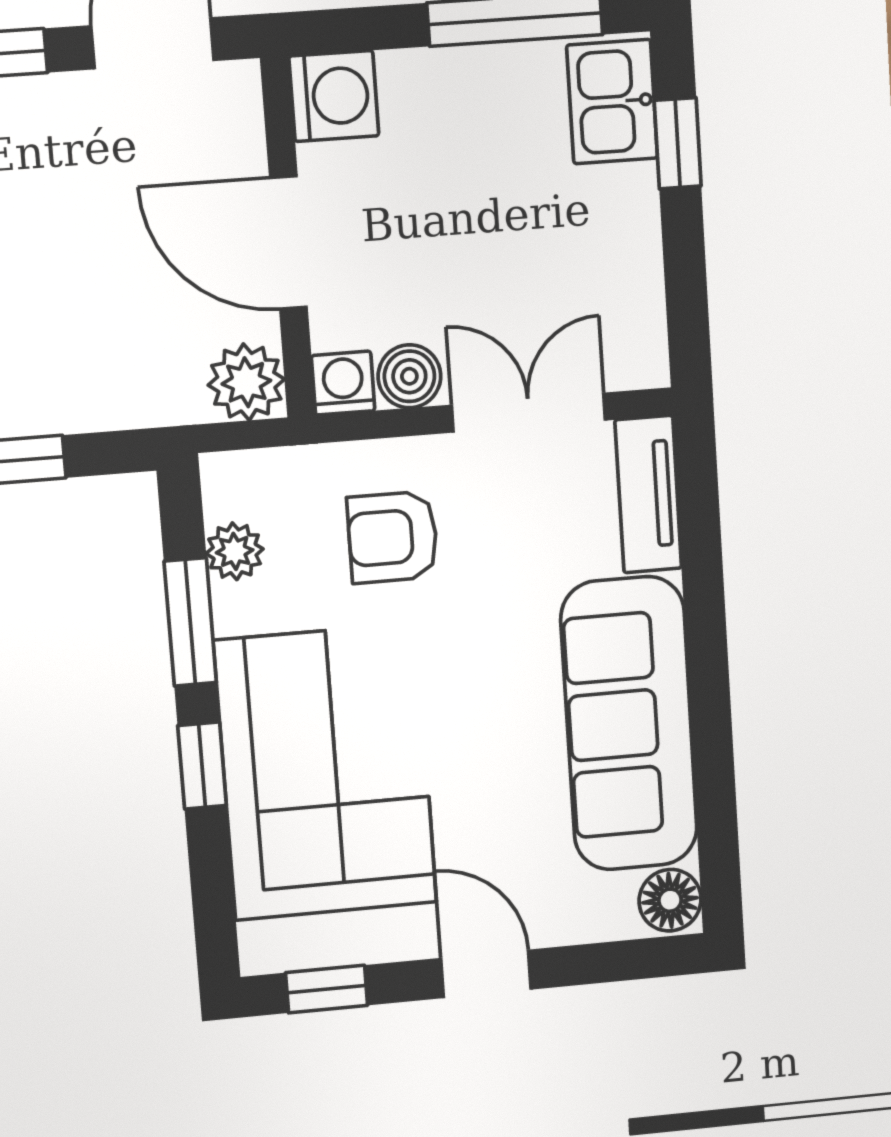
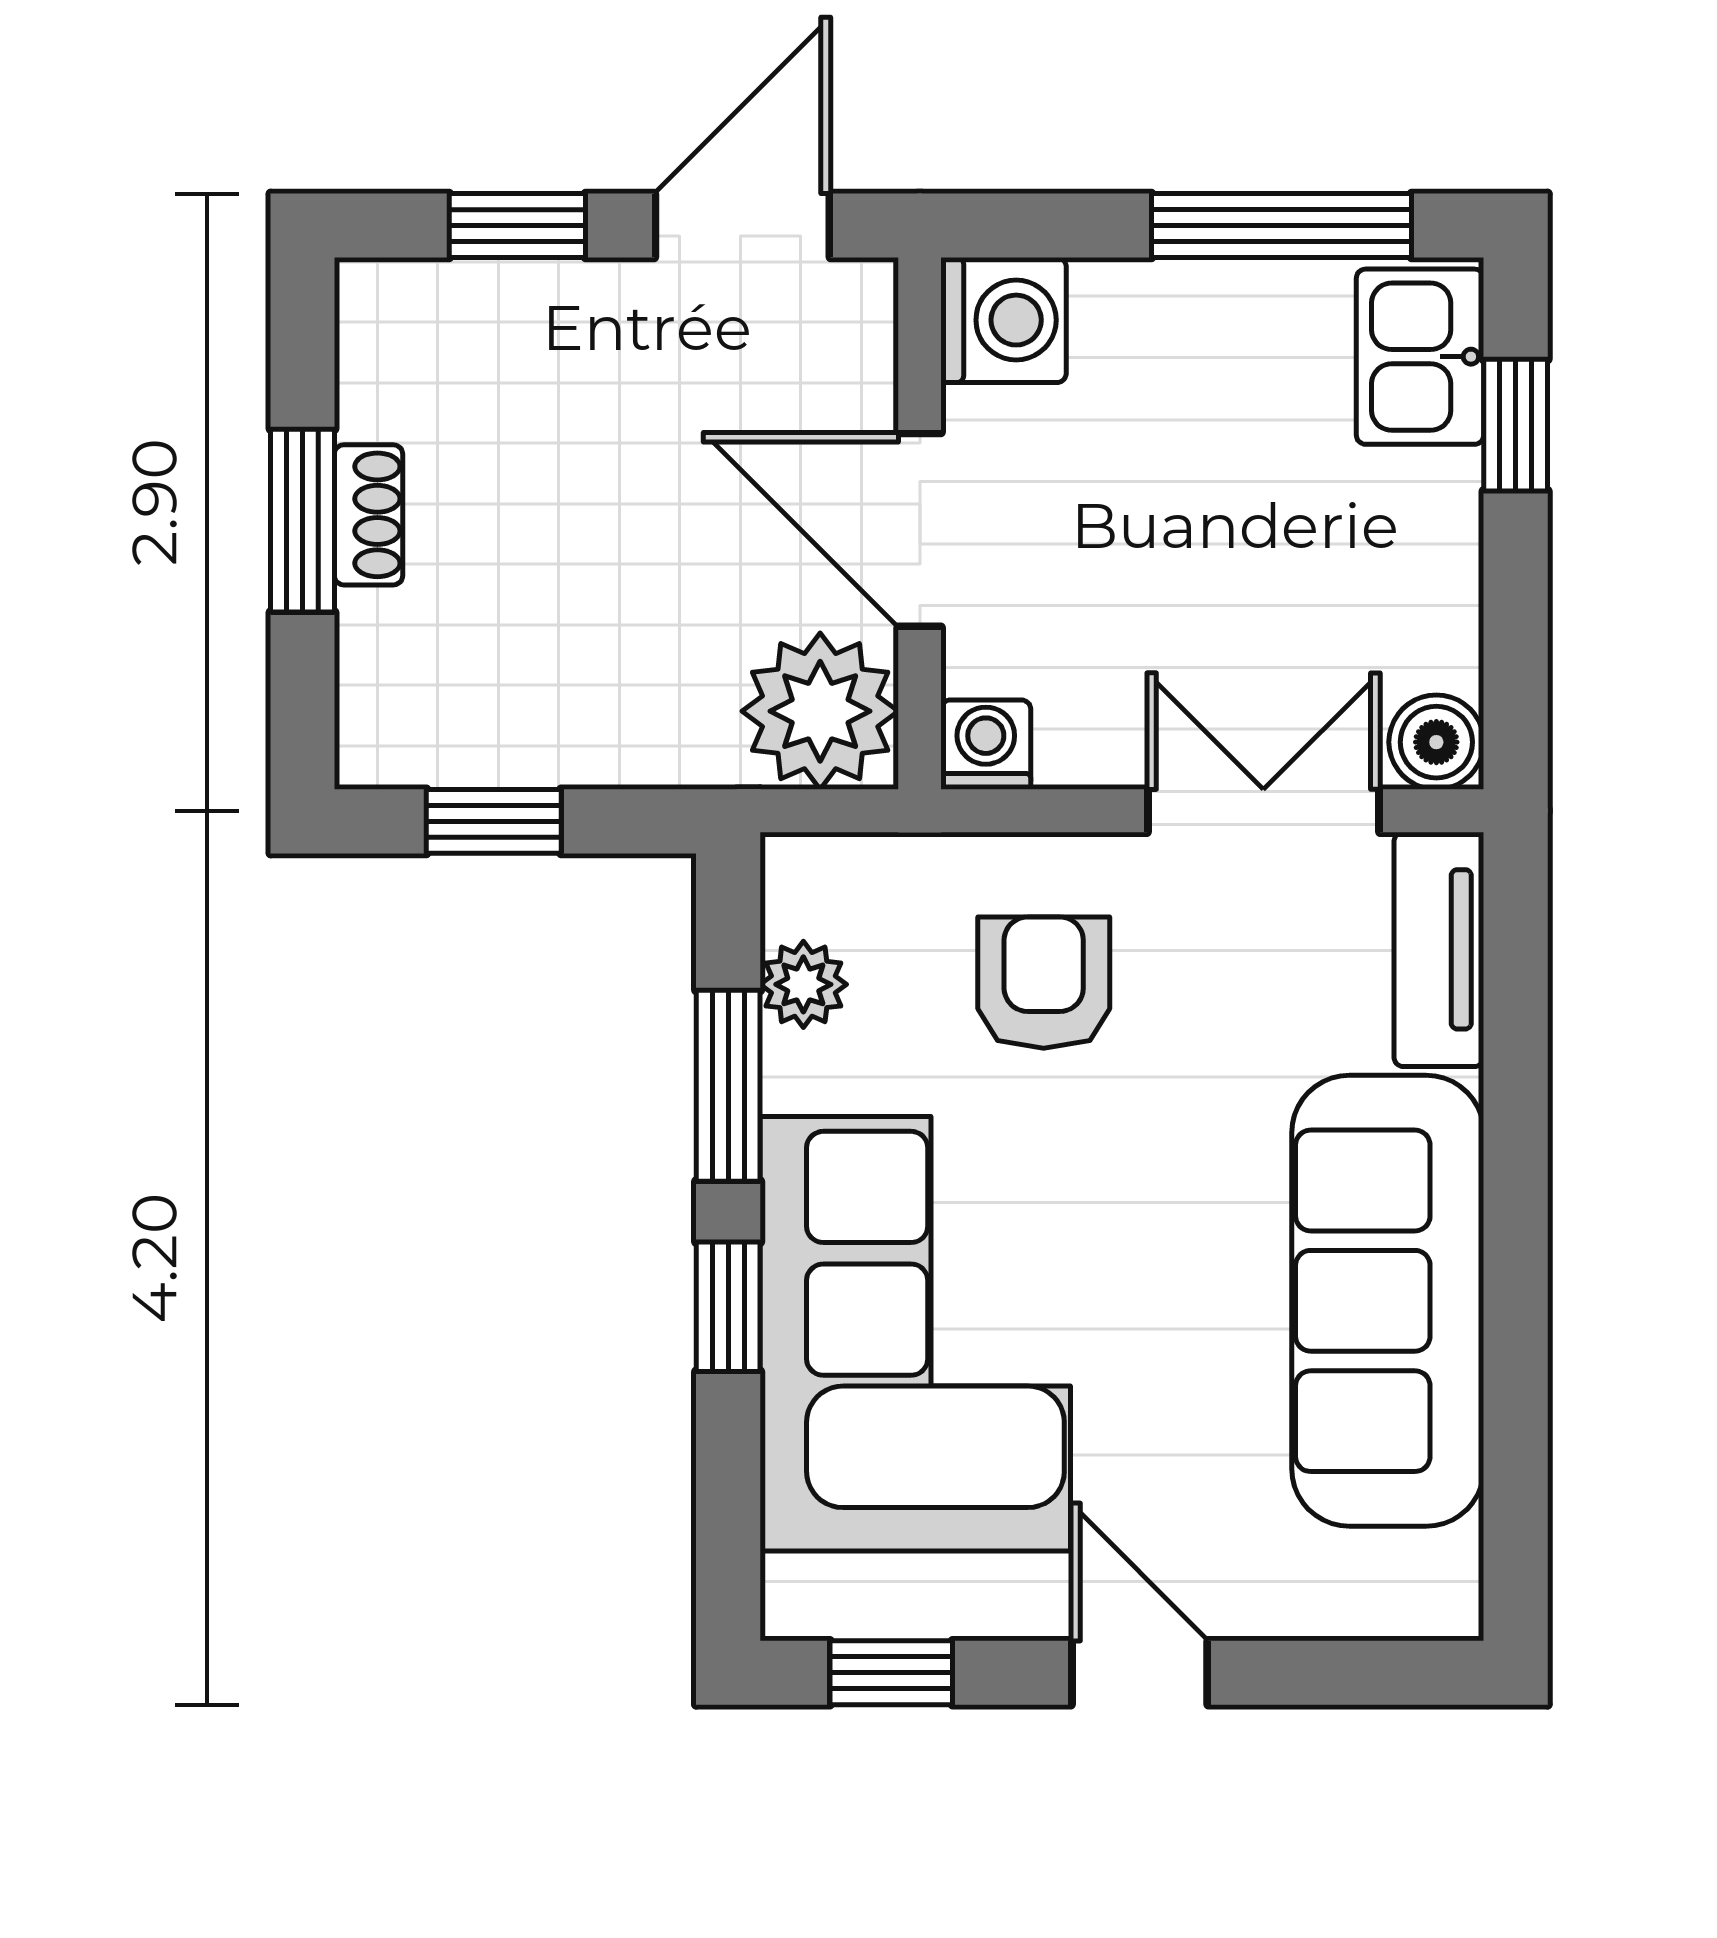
boiler: (409, 376) -> (1436, 742), moved
plant: (246, 382) -> (820, 711), width x1.36, depth x1.36
armchair: (393, 537) -> (1044, 983), turned 90
floor lamp: (670, 900) -> (1435, 1584), removed

